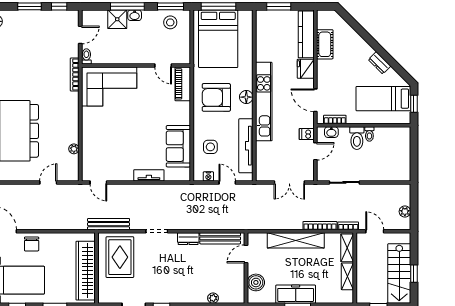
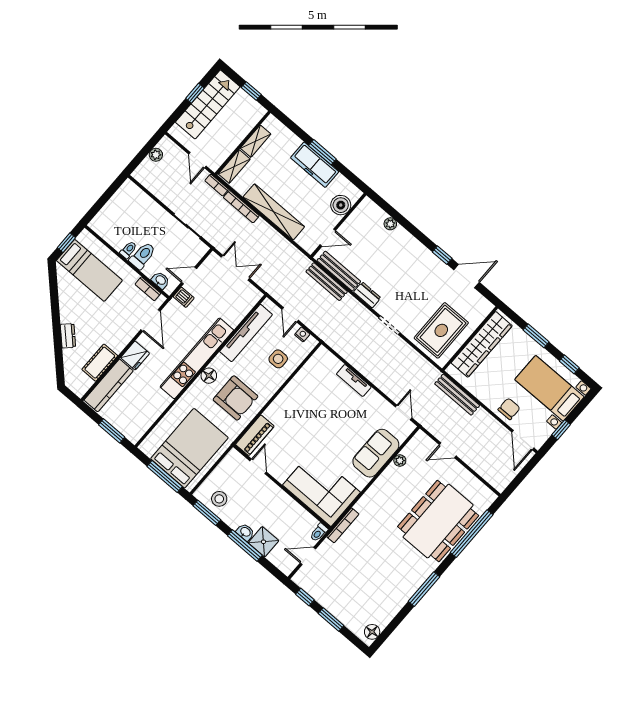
dresser: (380, 63) -> (68, 336), moved
sofa: (178, 146) -> (376, 453), moved, turned 180
bench: (109, 224) -> (457, 395), moved
bench: (222, 225) -> (327, 282), added

